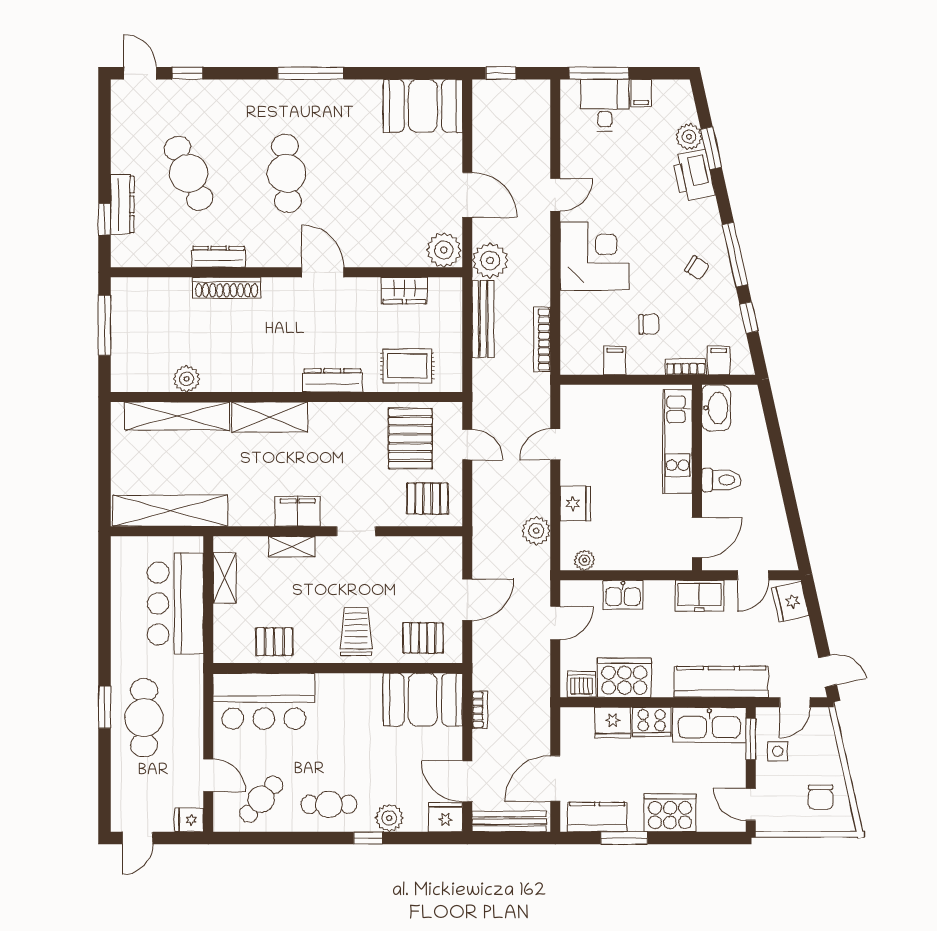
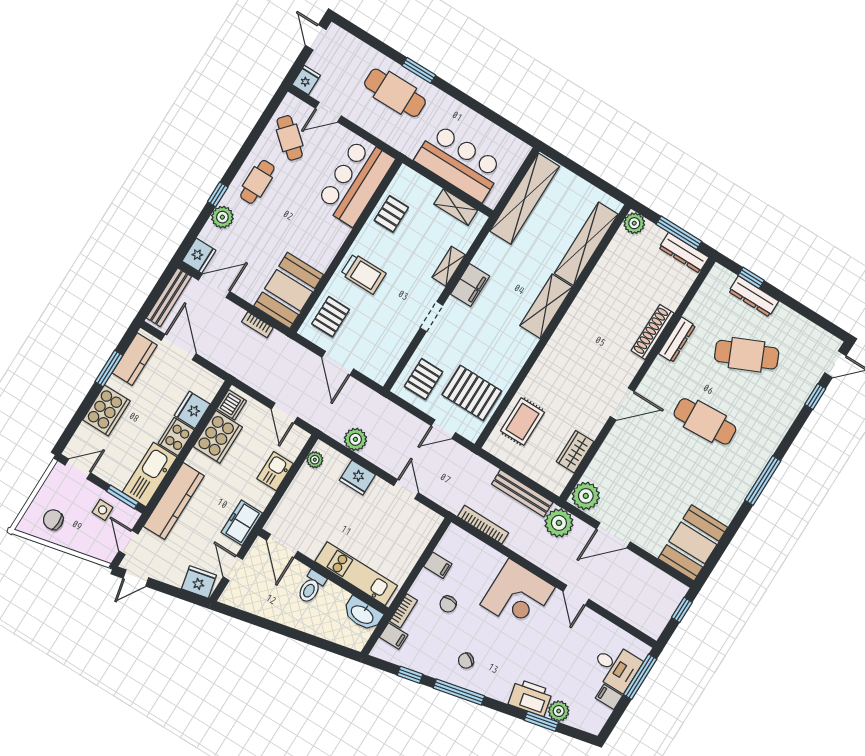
plant: (187, 379) -> (634, 223), moved
dresser: (332, 380) -> (684, 253), moved, turned 90

